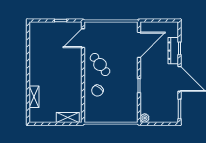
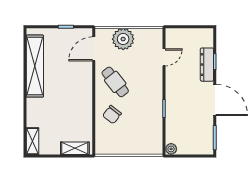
plant: (106, 30) -> (123, 39), added
door: (139, 45) -> (164, 57), width x0.53
shelving: (36, 52) -> (35, 66), added
shelving: (34, 97) -> (33, 141), moved

